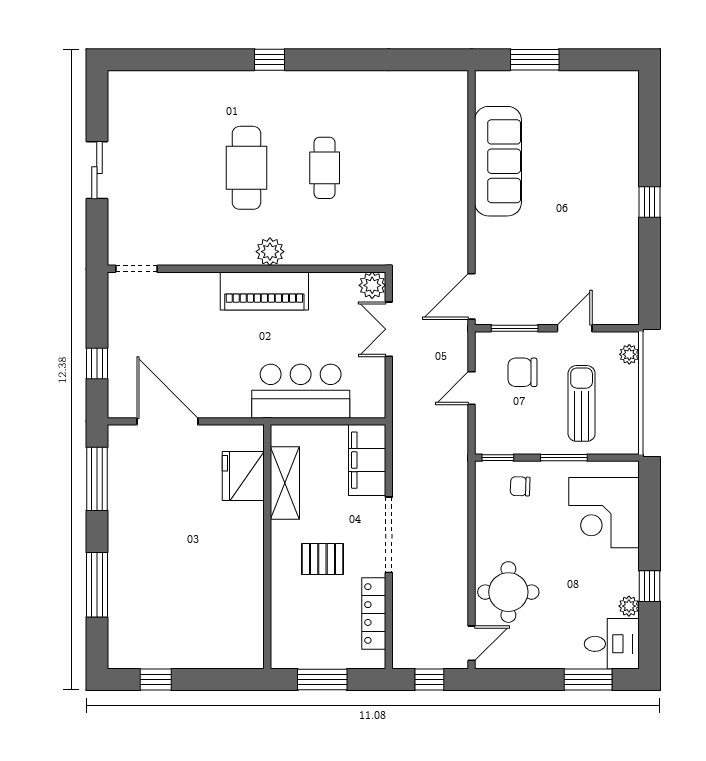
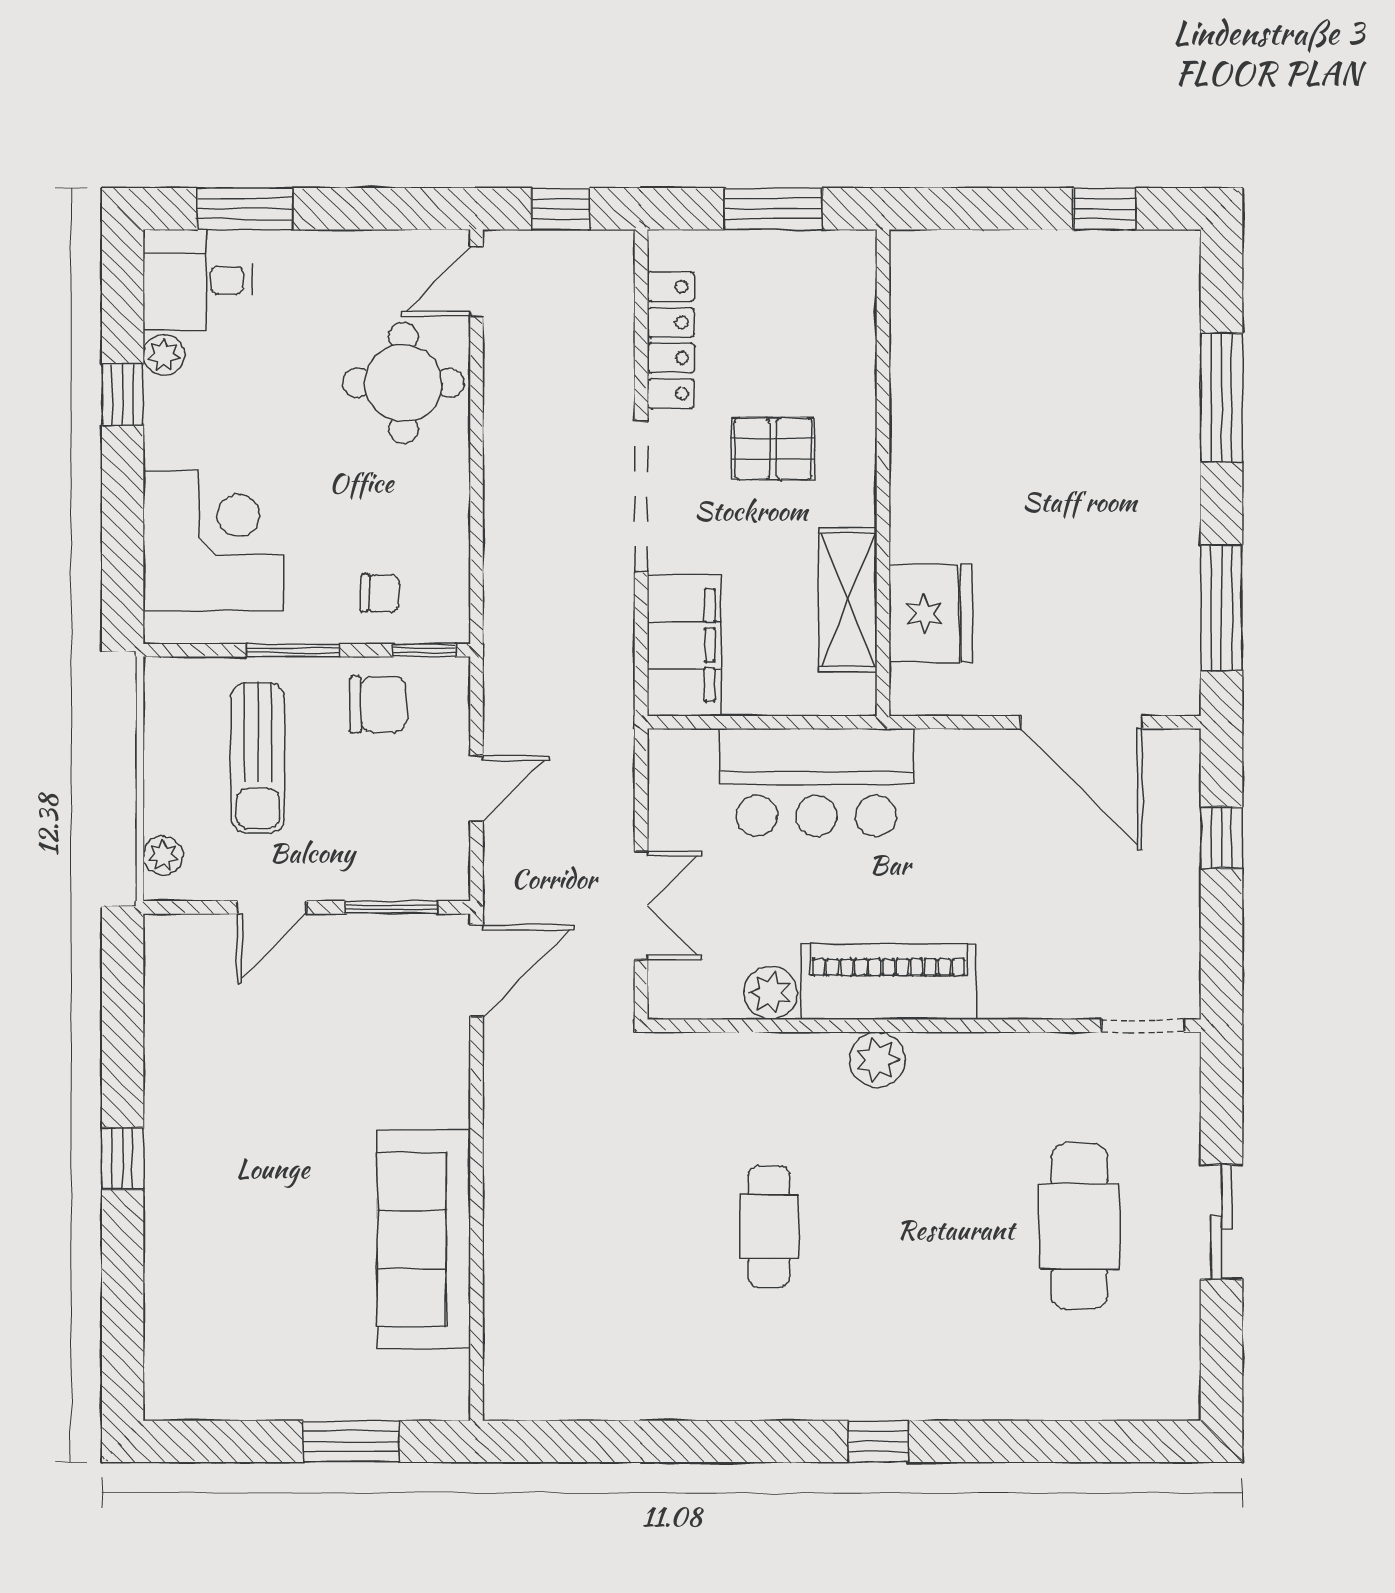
cafe table: (246, 168) -> (1079, 1226), moved
plant: (372, 285) -> (770, 993), moved
chair: (522, 372) -> (378, 704), moved

